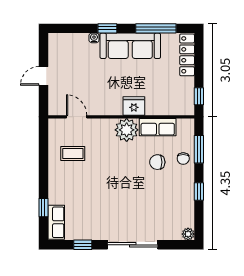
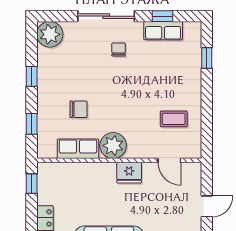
fridge: (134, 106) -> (129, 173), moved
window: (199, 149) -> (32, 124), width x0.67
chair: (183, 159) -> (119, 50), moved
row of seats: (56, 222) -> (163, 31), moved, turned -90
plant: (188, 234) -> (50, 34), width x1.87, depth x1.87

